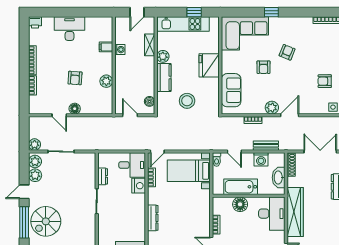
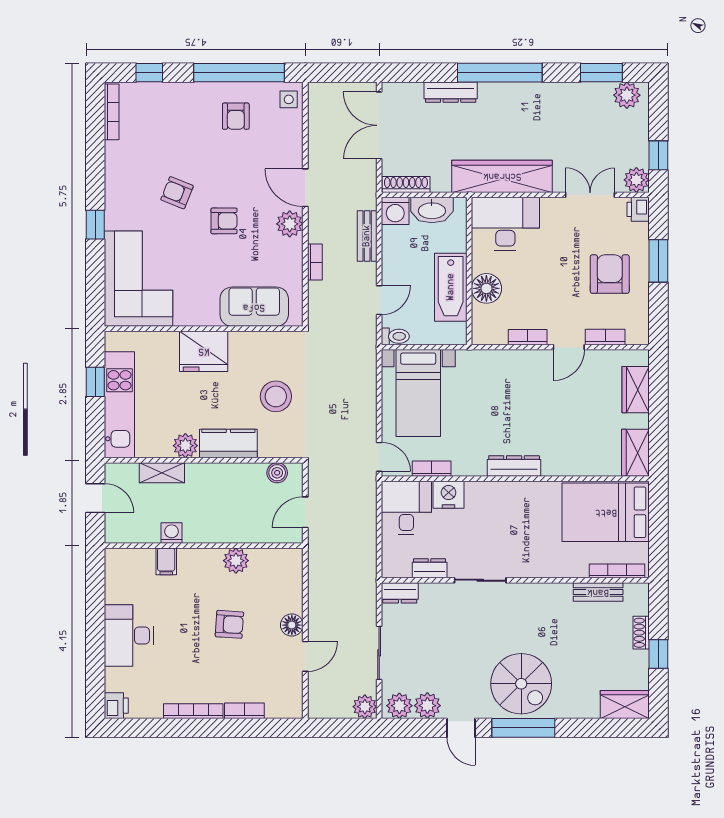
armchair: (263, 67) -> (224, 221), moved
washing machine: (261, 159) -> (395, 211), moved, turned 90
dresser: (90, 162) -> (400, 593), added

